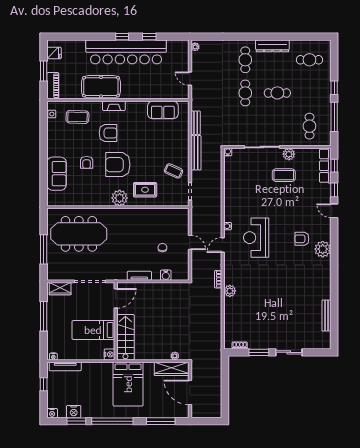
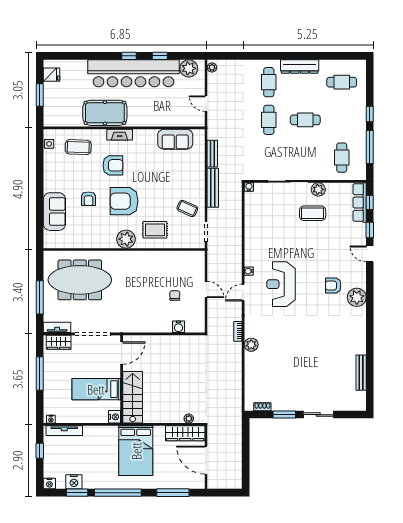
plant: (175, 48) -> (189, 68), added
piano: (53, 86) -> (50, 112), removed
tv unit: (139, 276) -> (57, 327), moved

